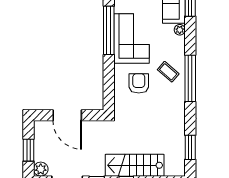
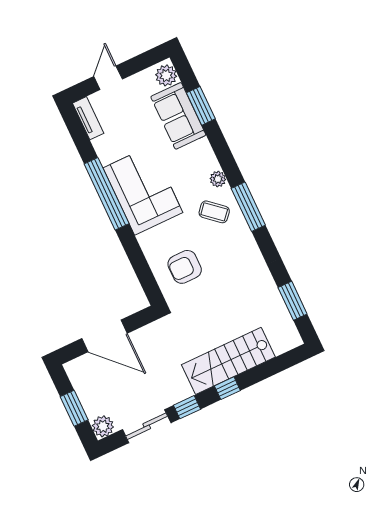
plant: (180, 30) -> (218, 179), moved
window: (190, 78) -> (248, 207), width x0.68
armchair: (139, 83) -> (185, 267), moved, turned -90

